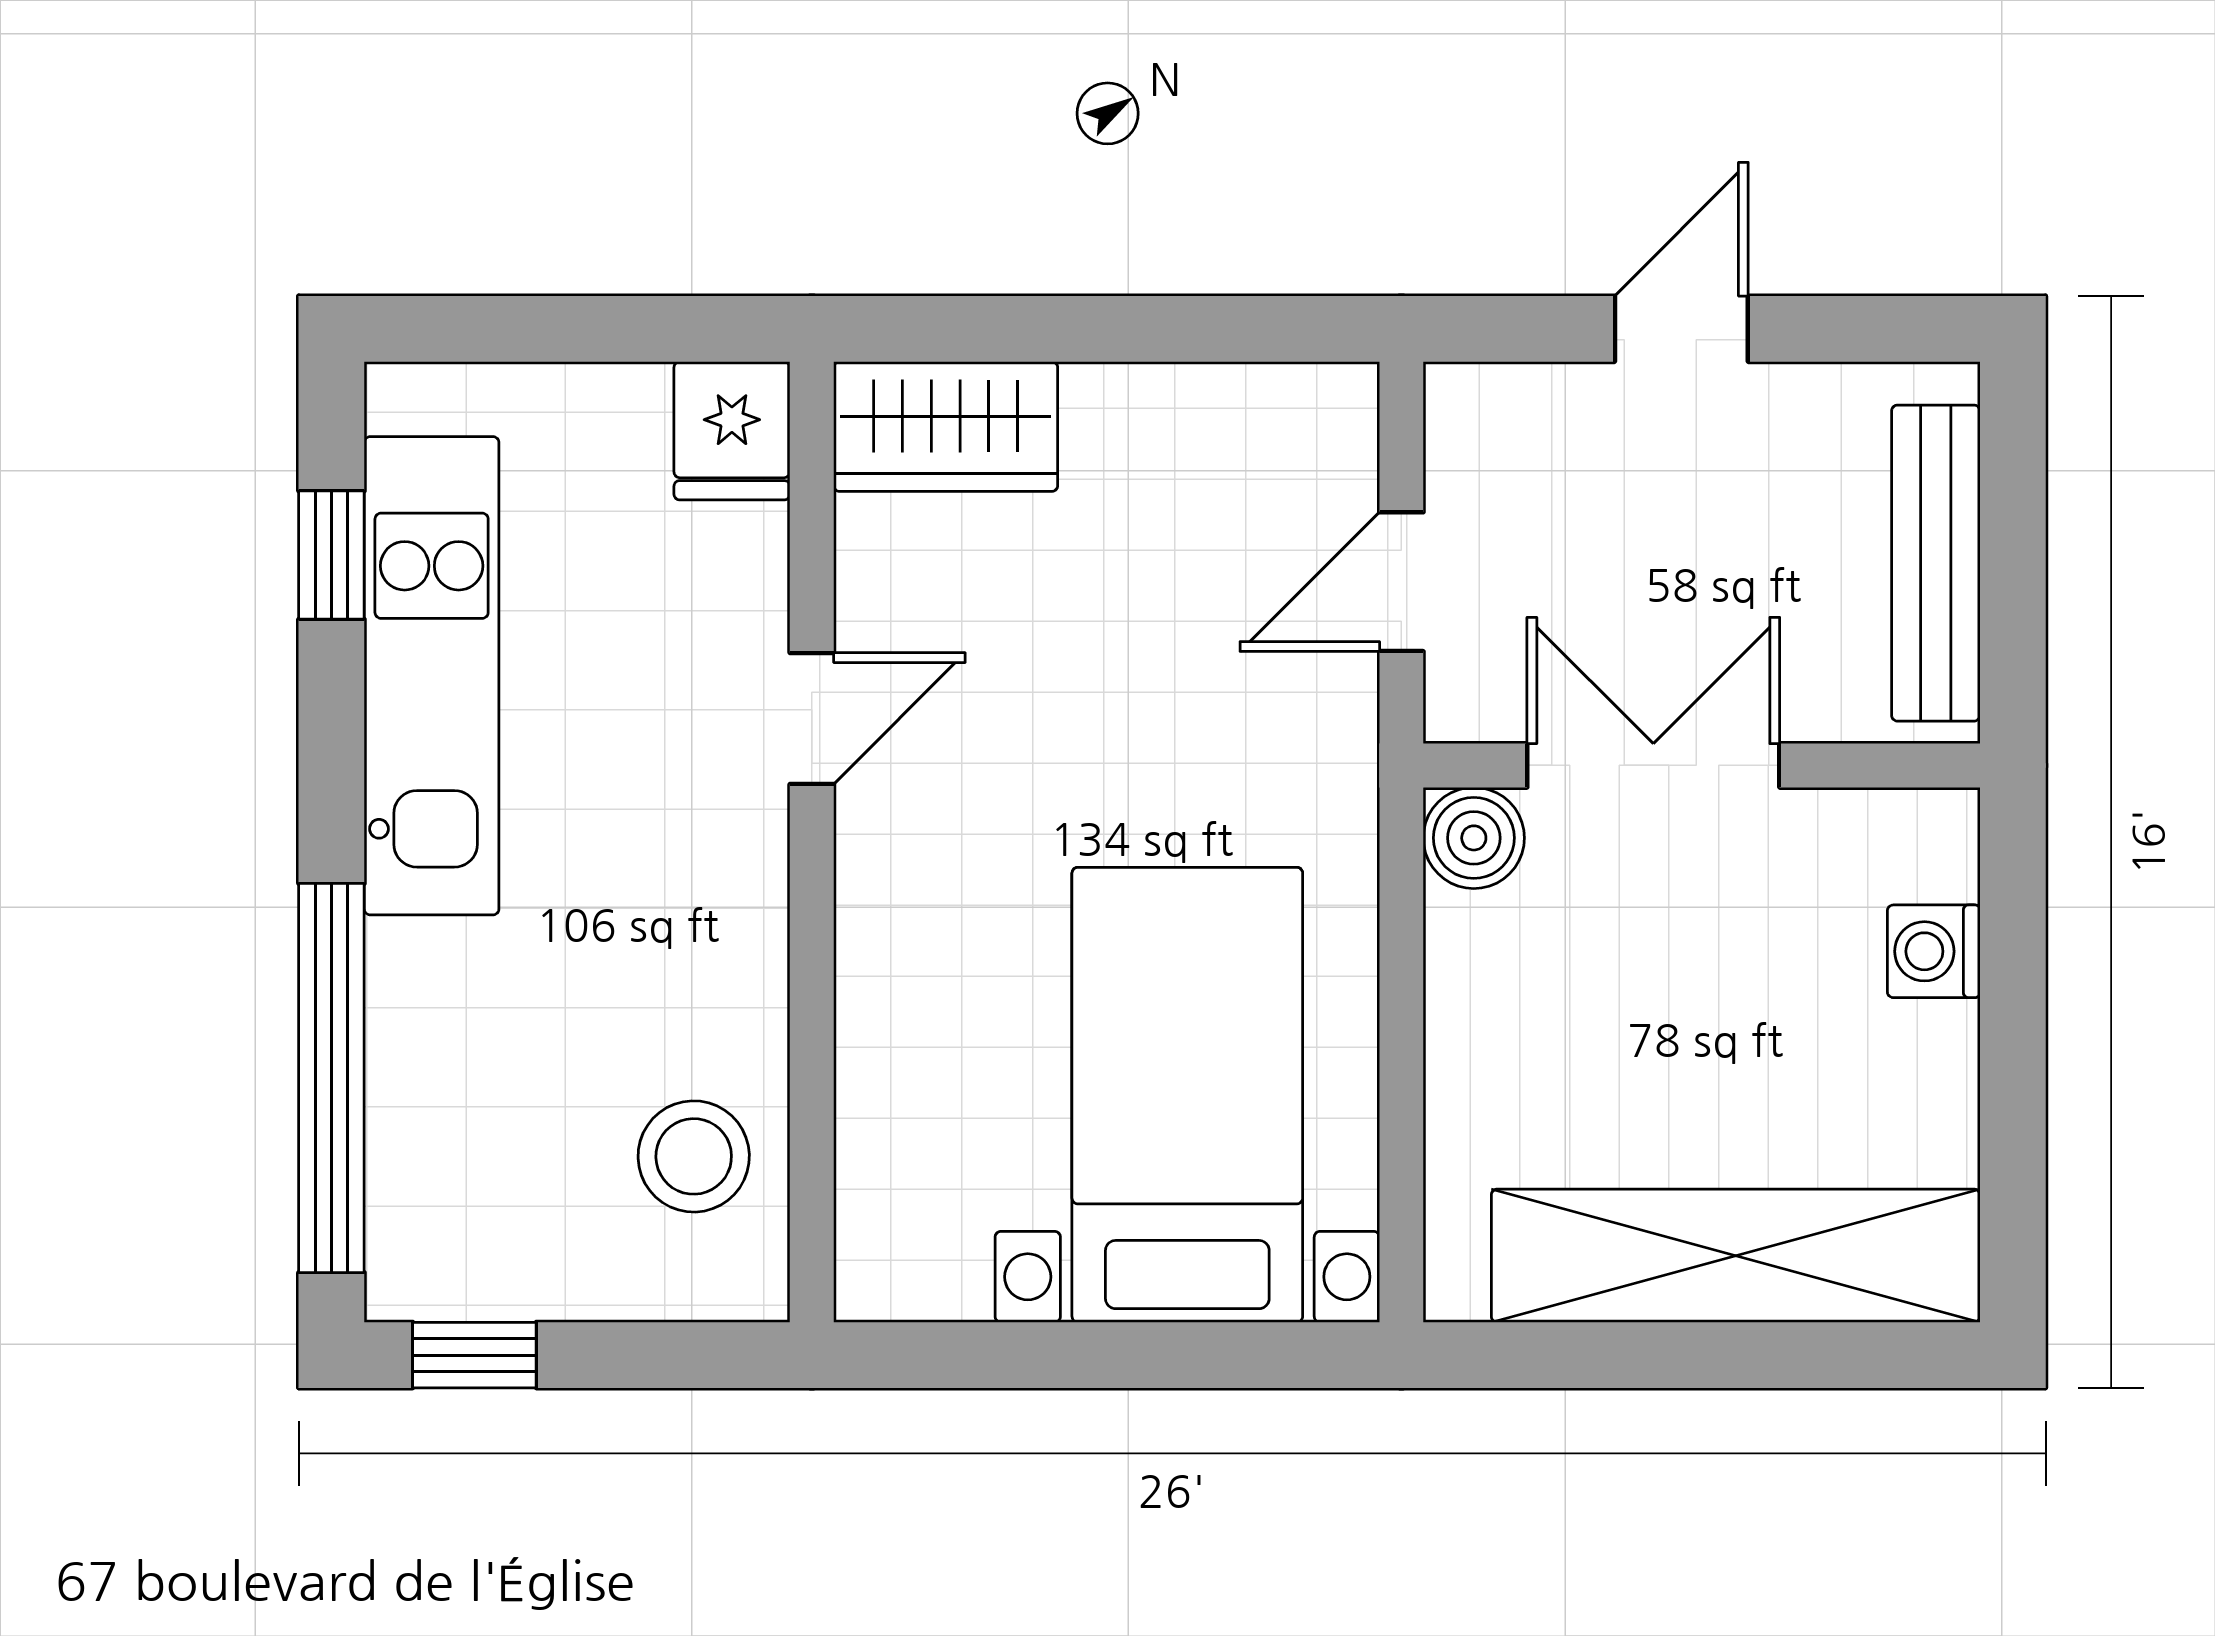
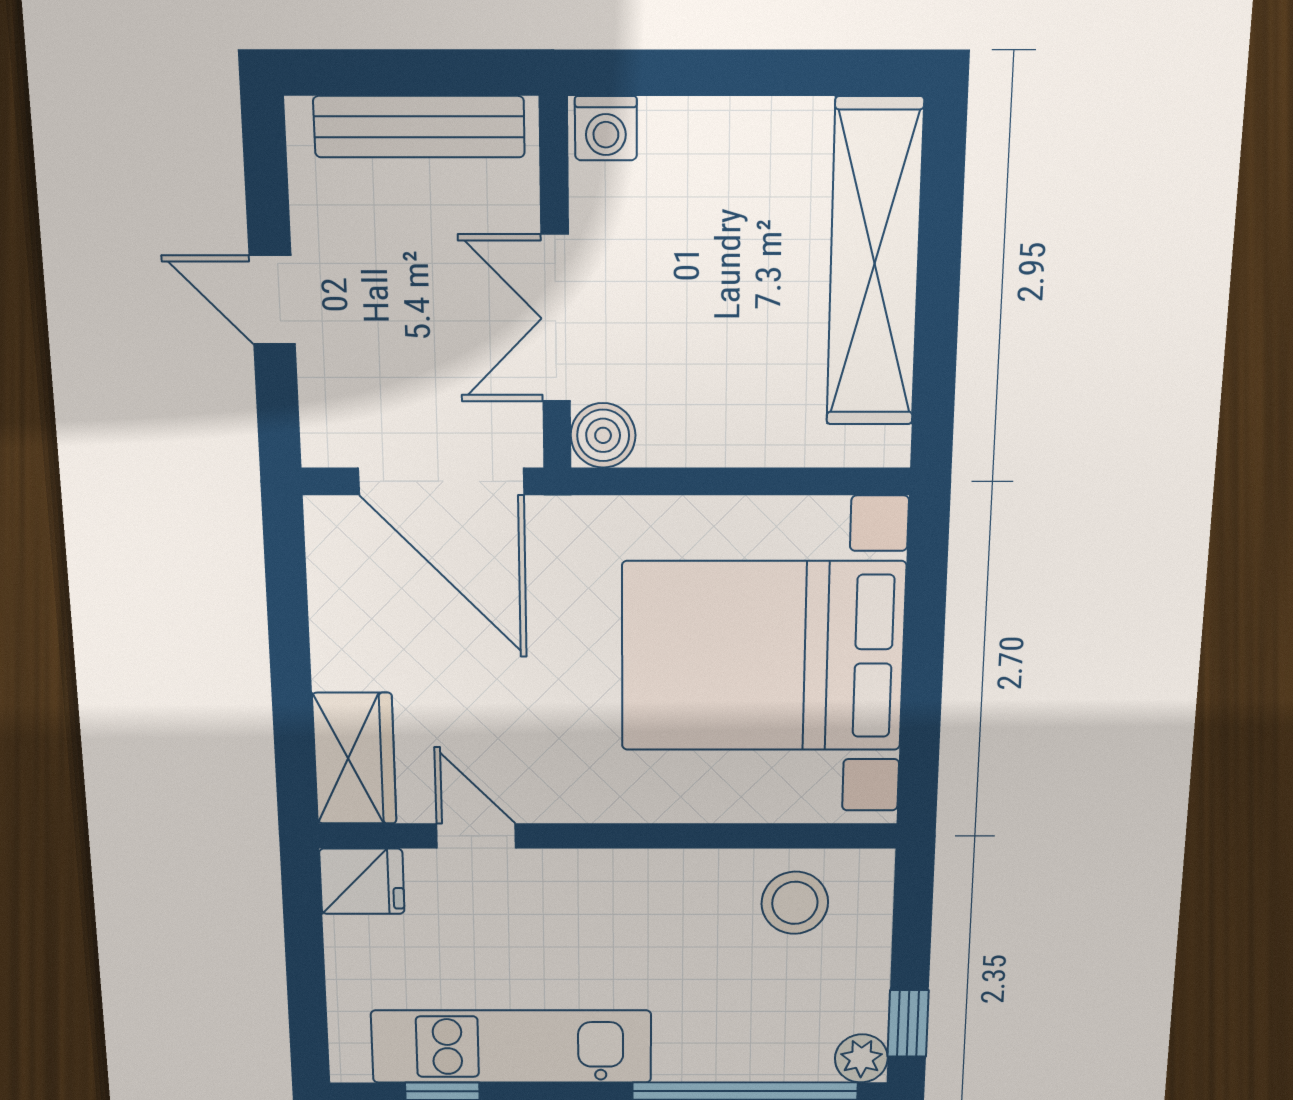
door: (1401, 582) -> (441, 481), width x1.88
door: (812, 719) -> (476, 836), moved
washing machine: (1934, 951) -> (606, 128), moved
bed with nightstands: (1187, 1095) -> (763, 656), width x1.36
plant: (409, 1277) -> (861, 1058), added

